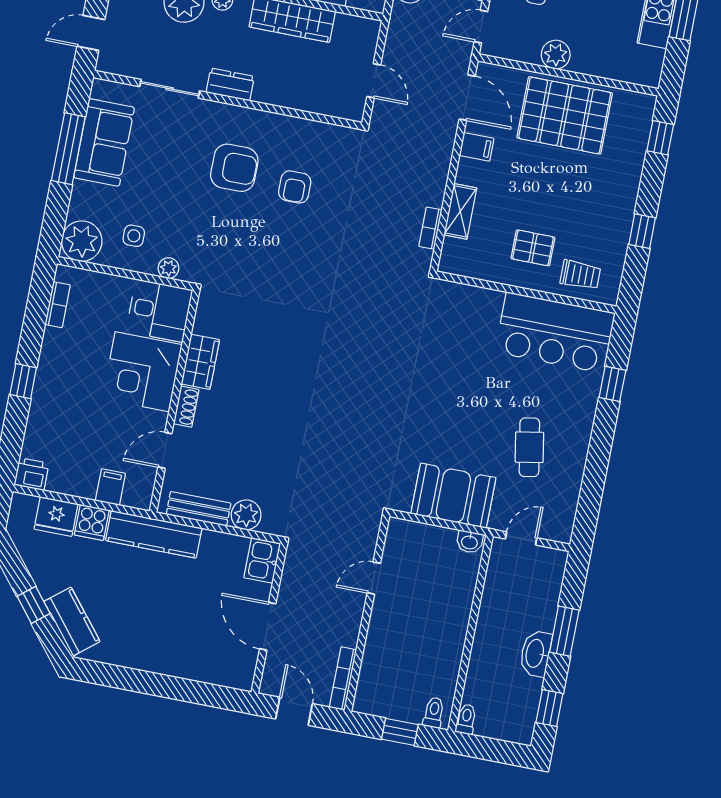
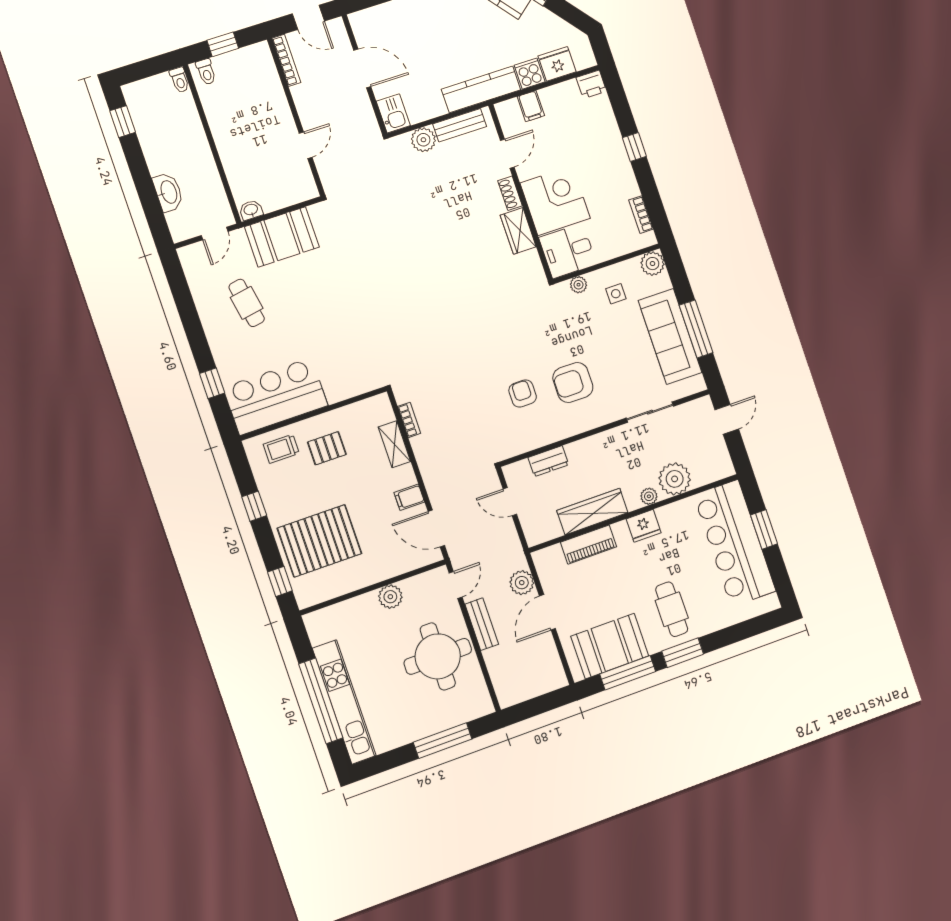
dresser: (230, 84) -> (548, 461), moved
pallet: (565, 115) -> (319, 541), moved
sofa: (104, 142) -> (670, 336), width x1.36
plant: (82, 241) -> (653, 264), width x0.73, depth x0.73
window: (564, 631) -> (144, 184), removed
washbasin: (536, 654) -> (168, 192), moved

